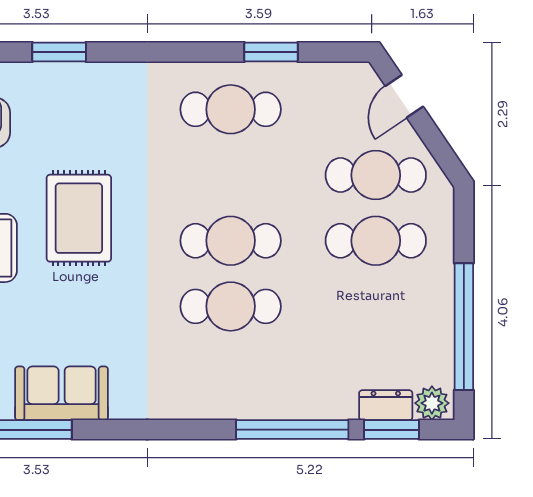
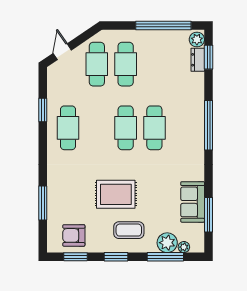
window: (59, 52) -> (43, 203), width x1.44
door: (404, 96) -> (62, 52), swing flipped
window: (292, 430) -> (208, 125), moved

